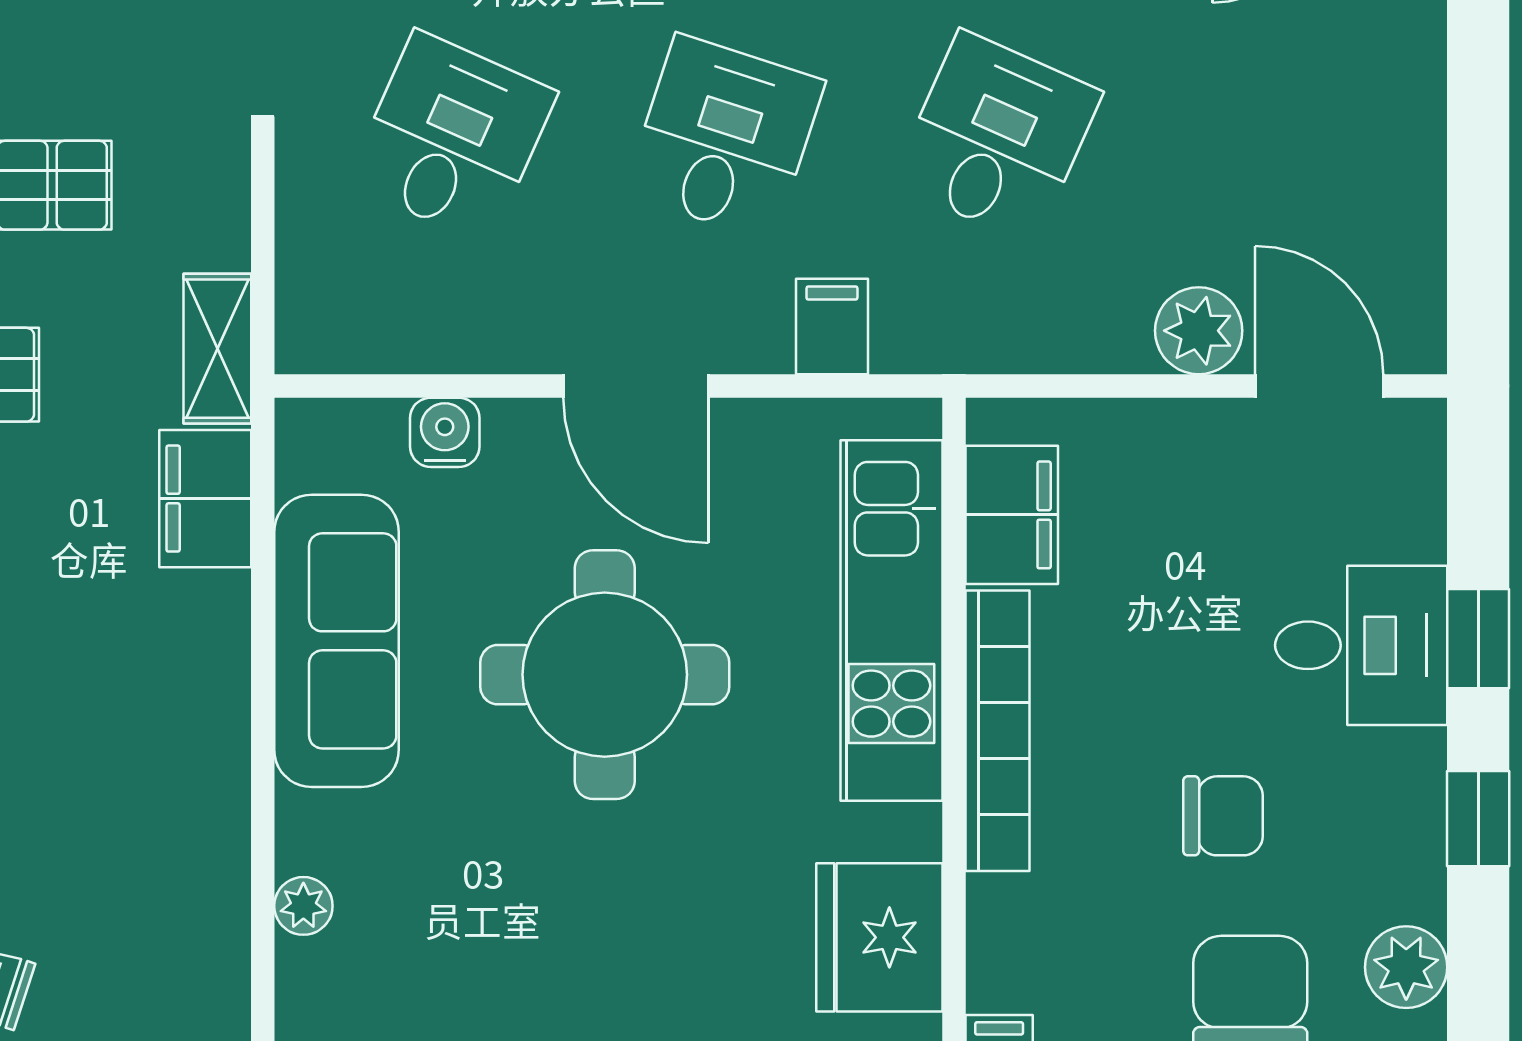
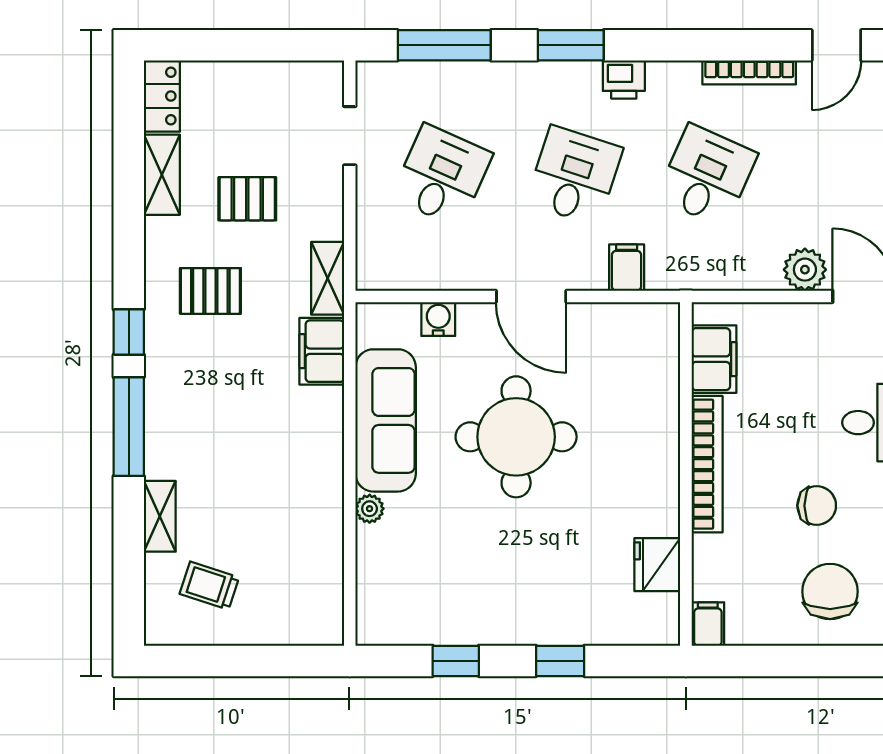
kitchen unit: (891, 621) -> (655, 411), removed
plant: (303, 906) -> (370, 509), moved
fridge: (879, 937) -> (657, 565), width x0.73, depth x0.75

